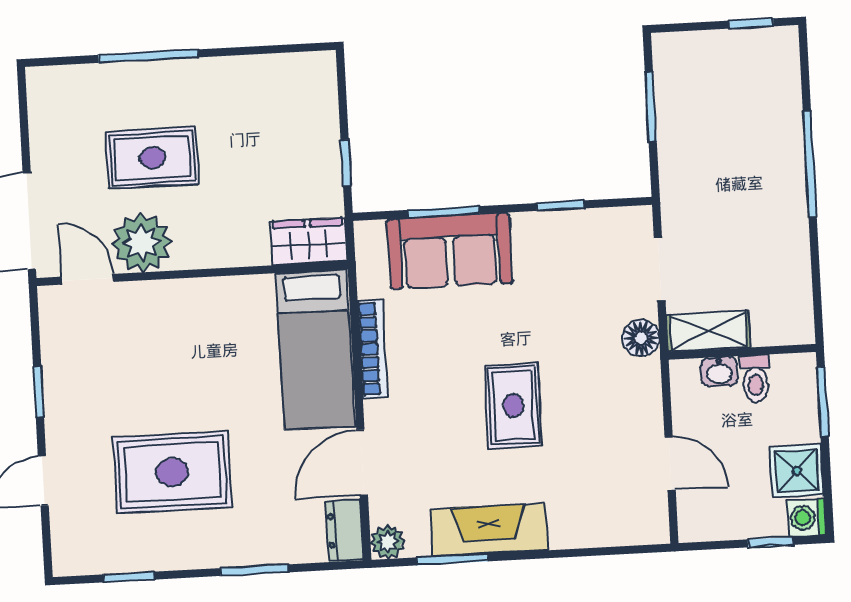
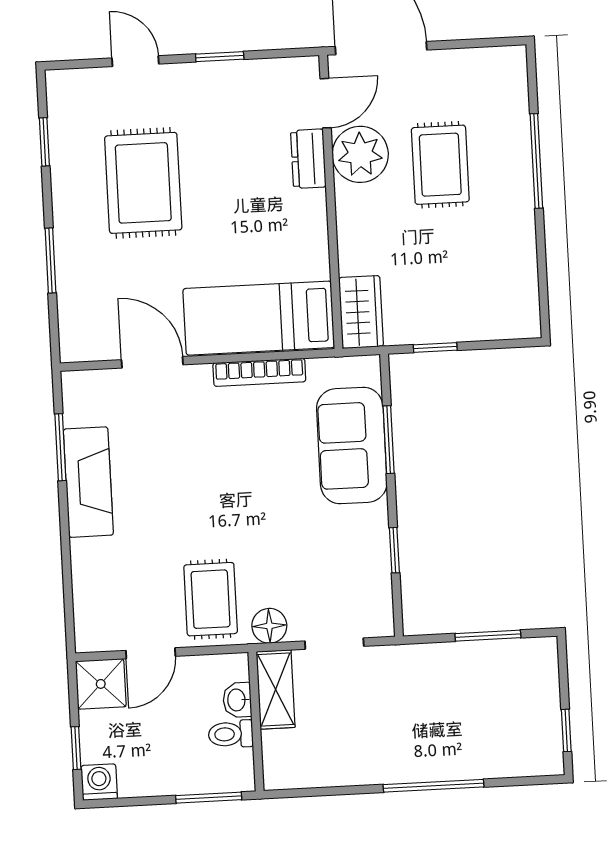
rug: (513, 406) -> (211, 599), moved, turned 90
shower: (797, 471) -> (101, 684), moved
dresser: (345, 530) -> (308, 159), moved, turned -90
plant: (388, 542) -> (77, 386), removed

